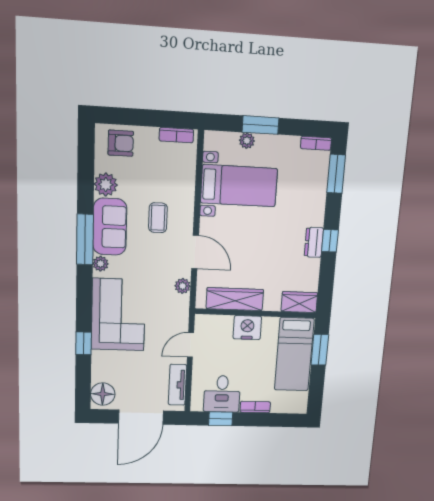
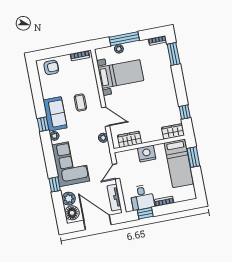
window: (261, 125) -> (124, 39), width x1.44
plant: (106, 184) -> (69, 199), moved
window: (85, 239) -> (43, 124), width x0.46
window: (330, 241) -> (185, 112), moved
dresser: (314, 242) -> (172, 95), removed
wardrobe: (235, 299) -> (130, 139), width x0.67
door: (141, 417) -> (97, 222), swing flipped

